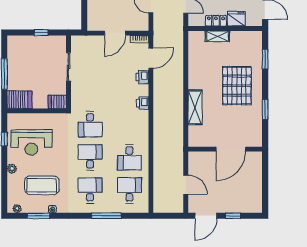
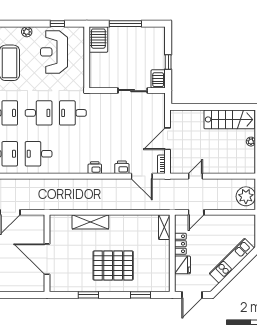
door: (115, 33) -> (168, 139), hinge flipped
shelving: (217, 36) -> (164, 227), moved
server rack: (57, 102) -> (158, 79), moved

